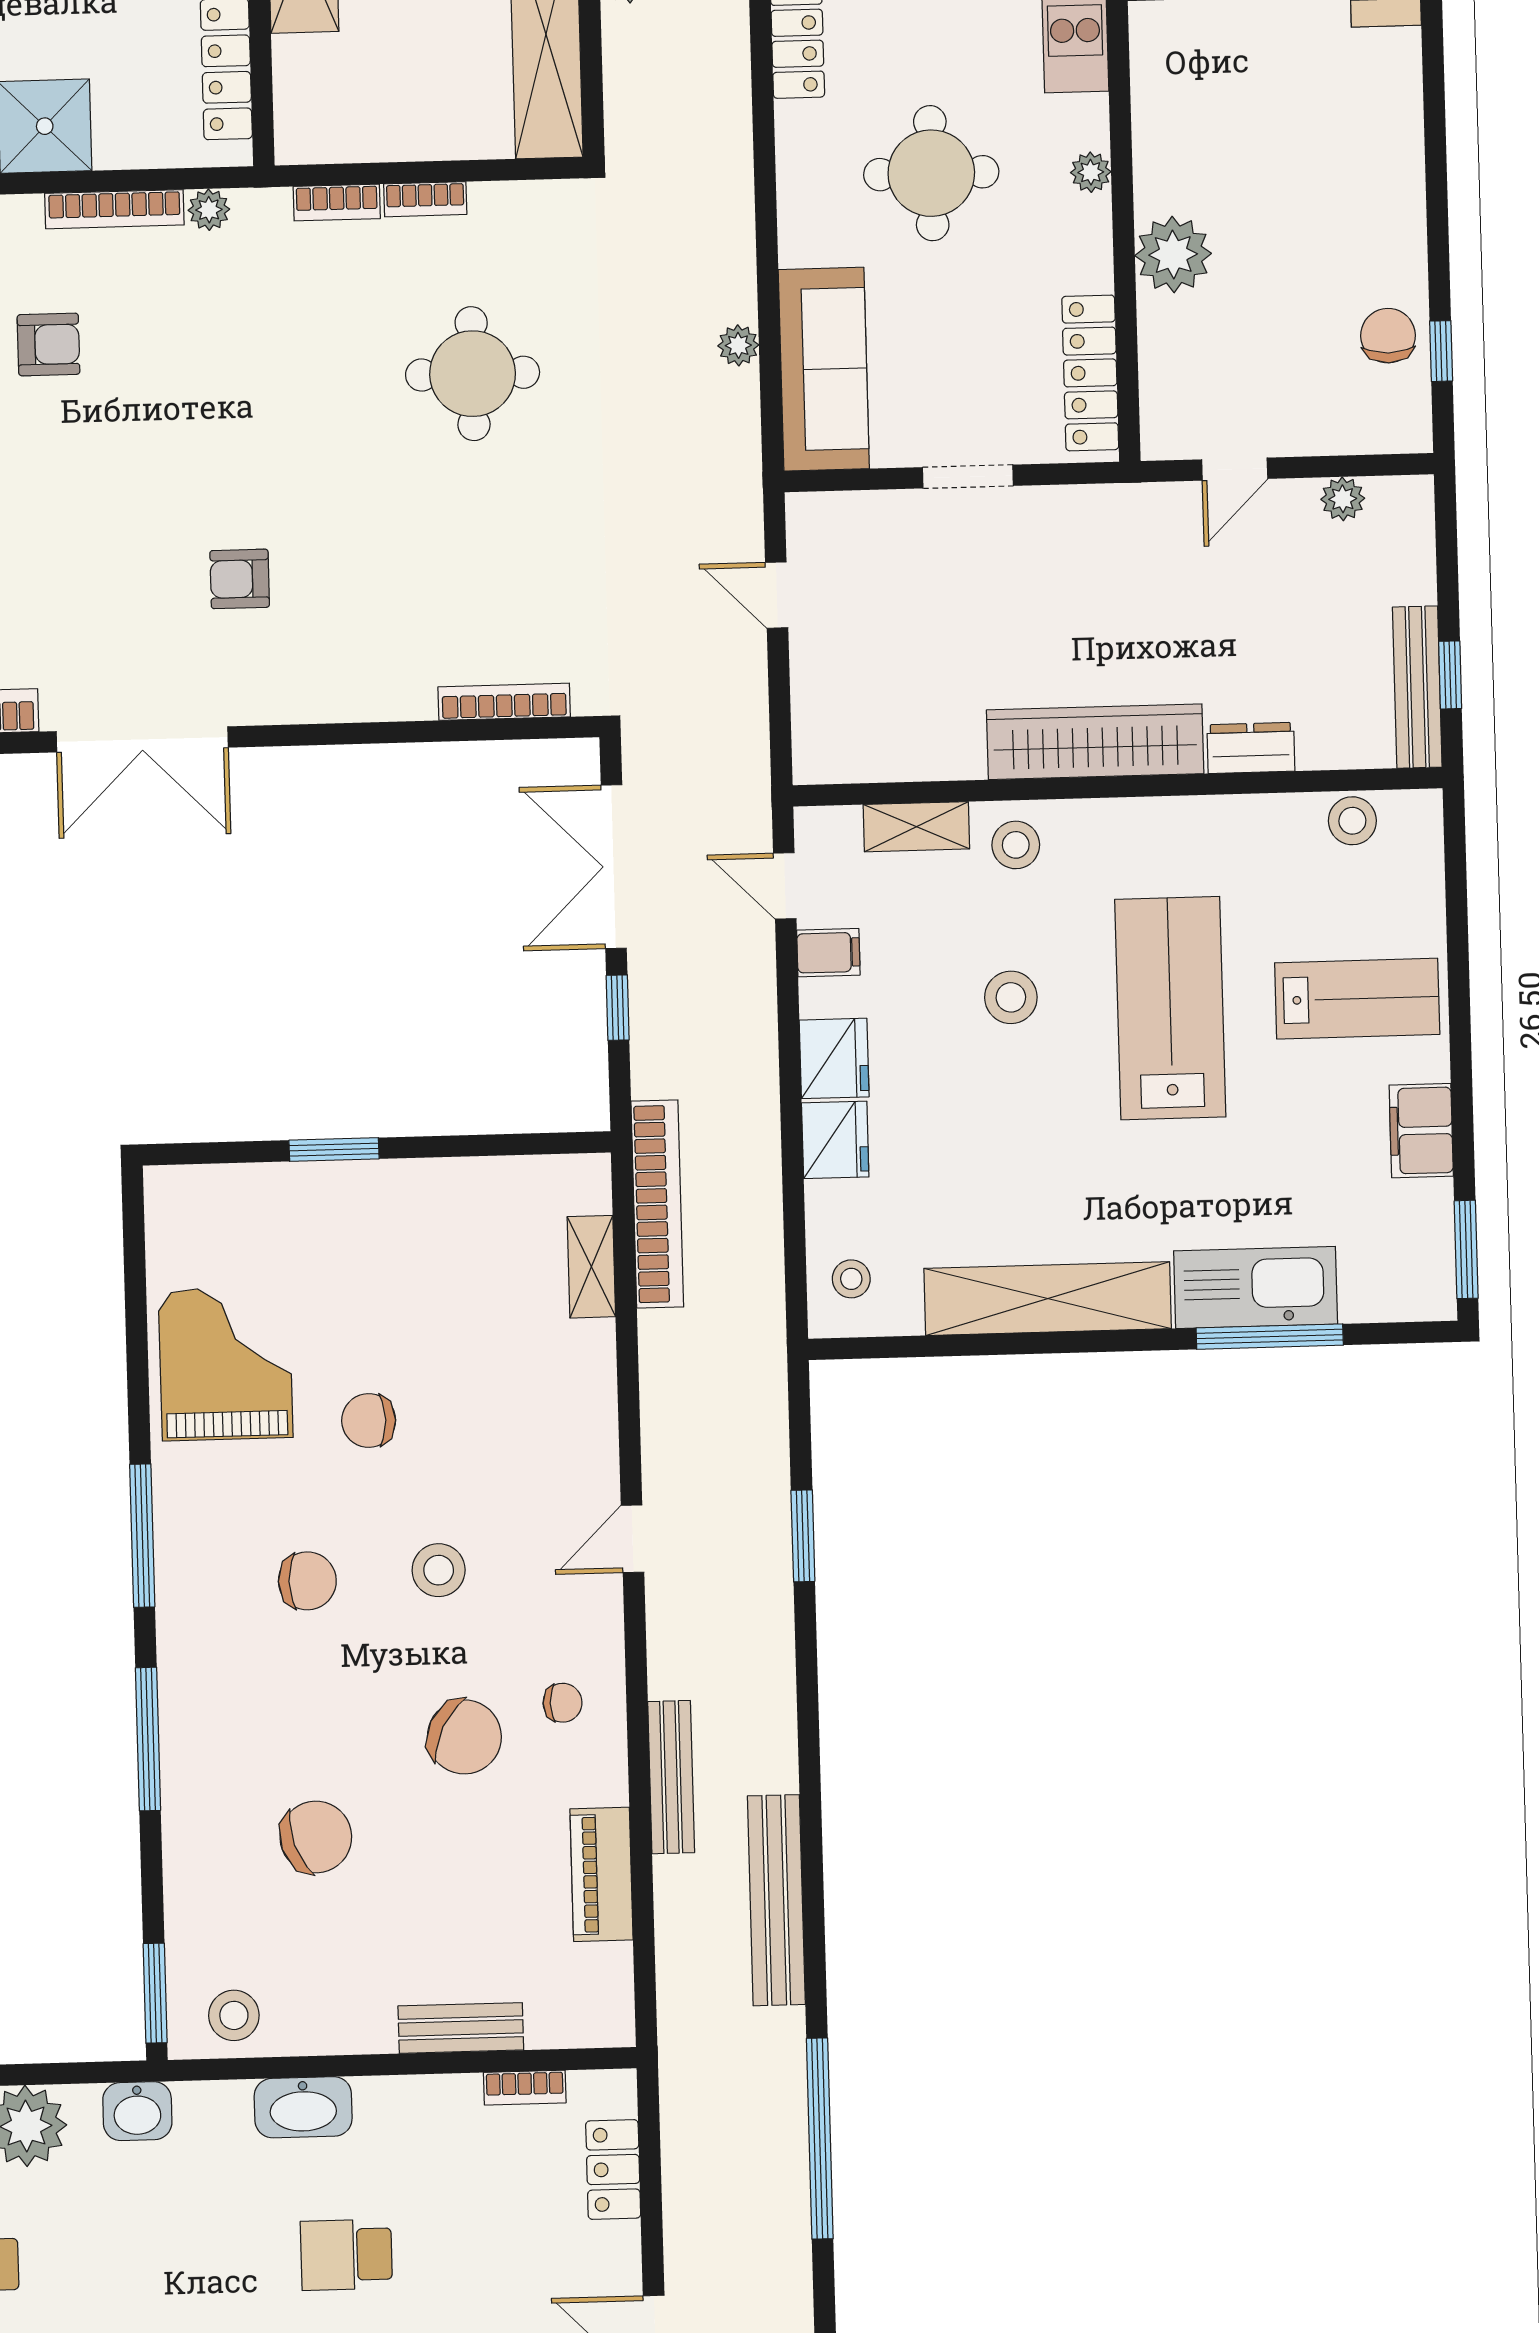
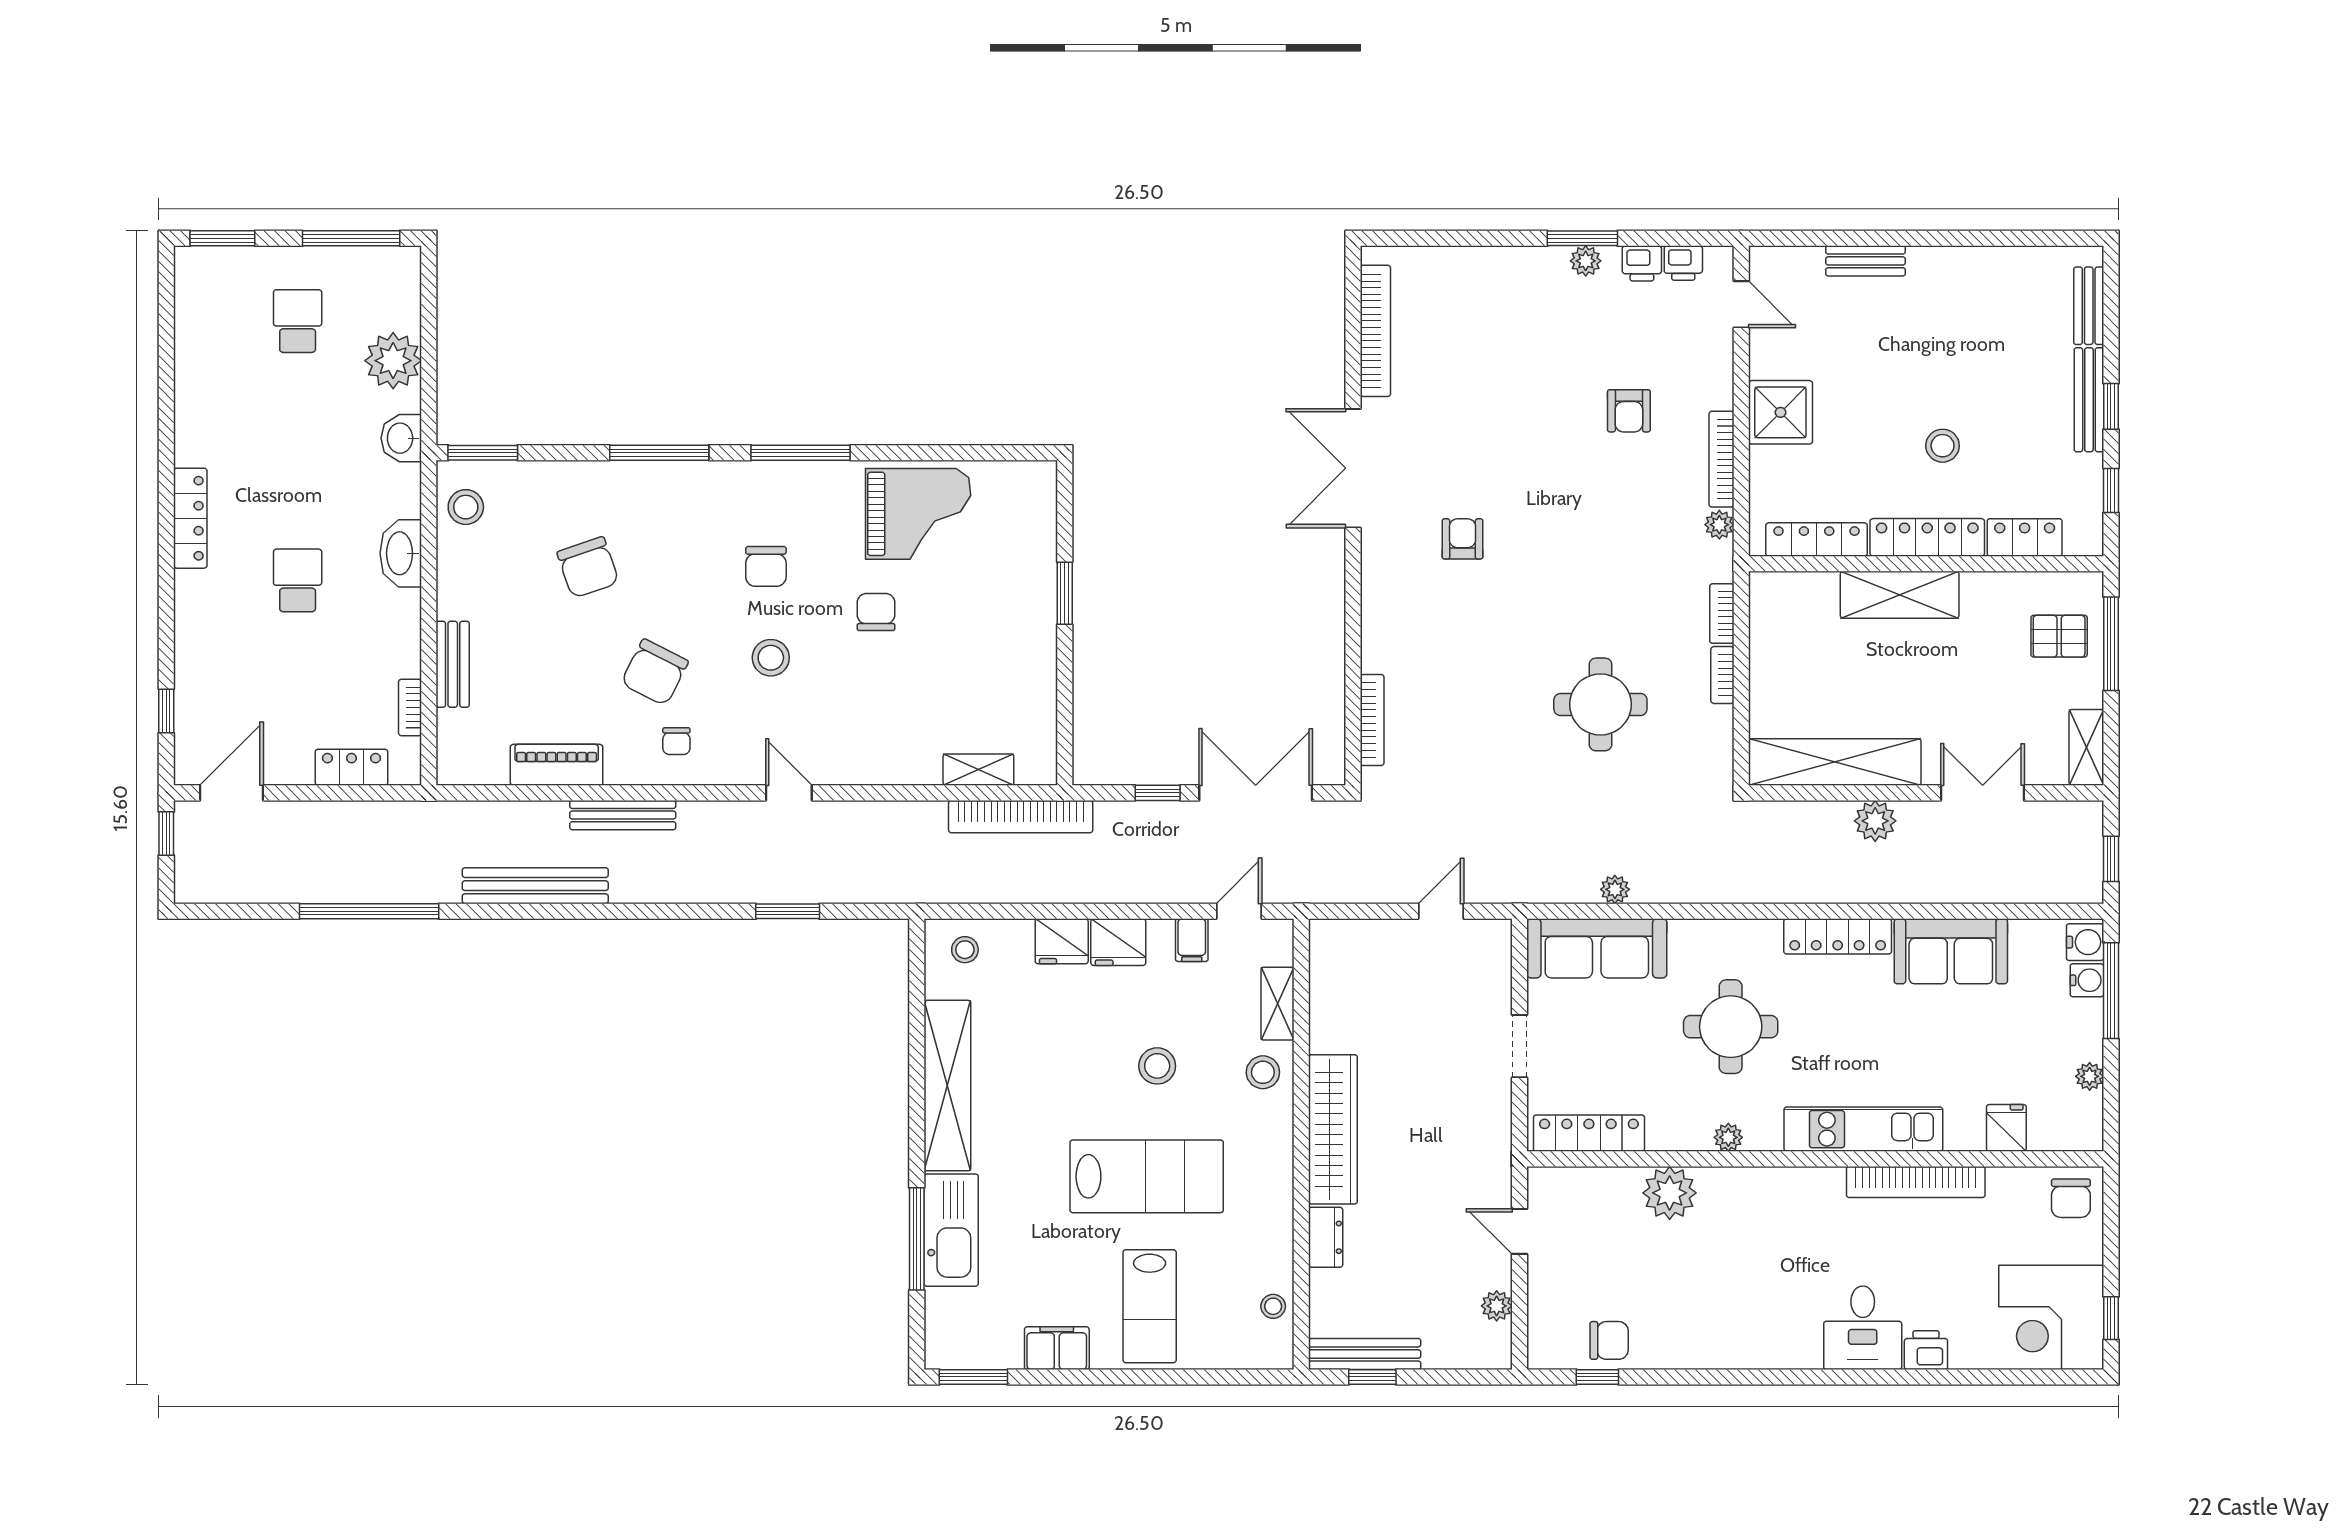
stool: (1352, 821) -> (1273, 1306), width x0.73, depth x0.73

